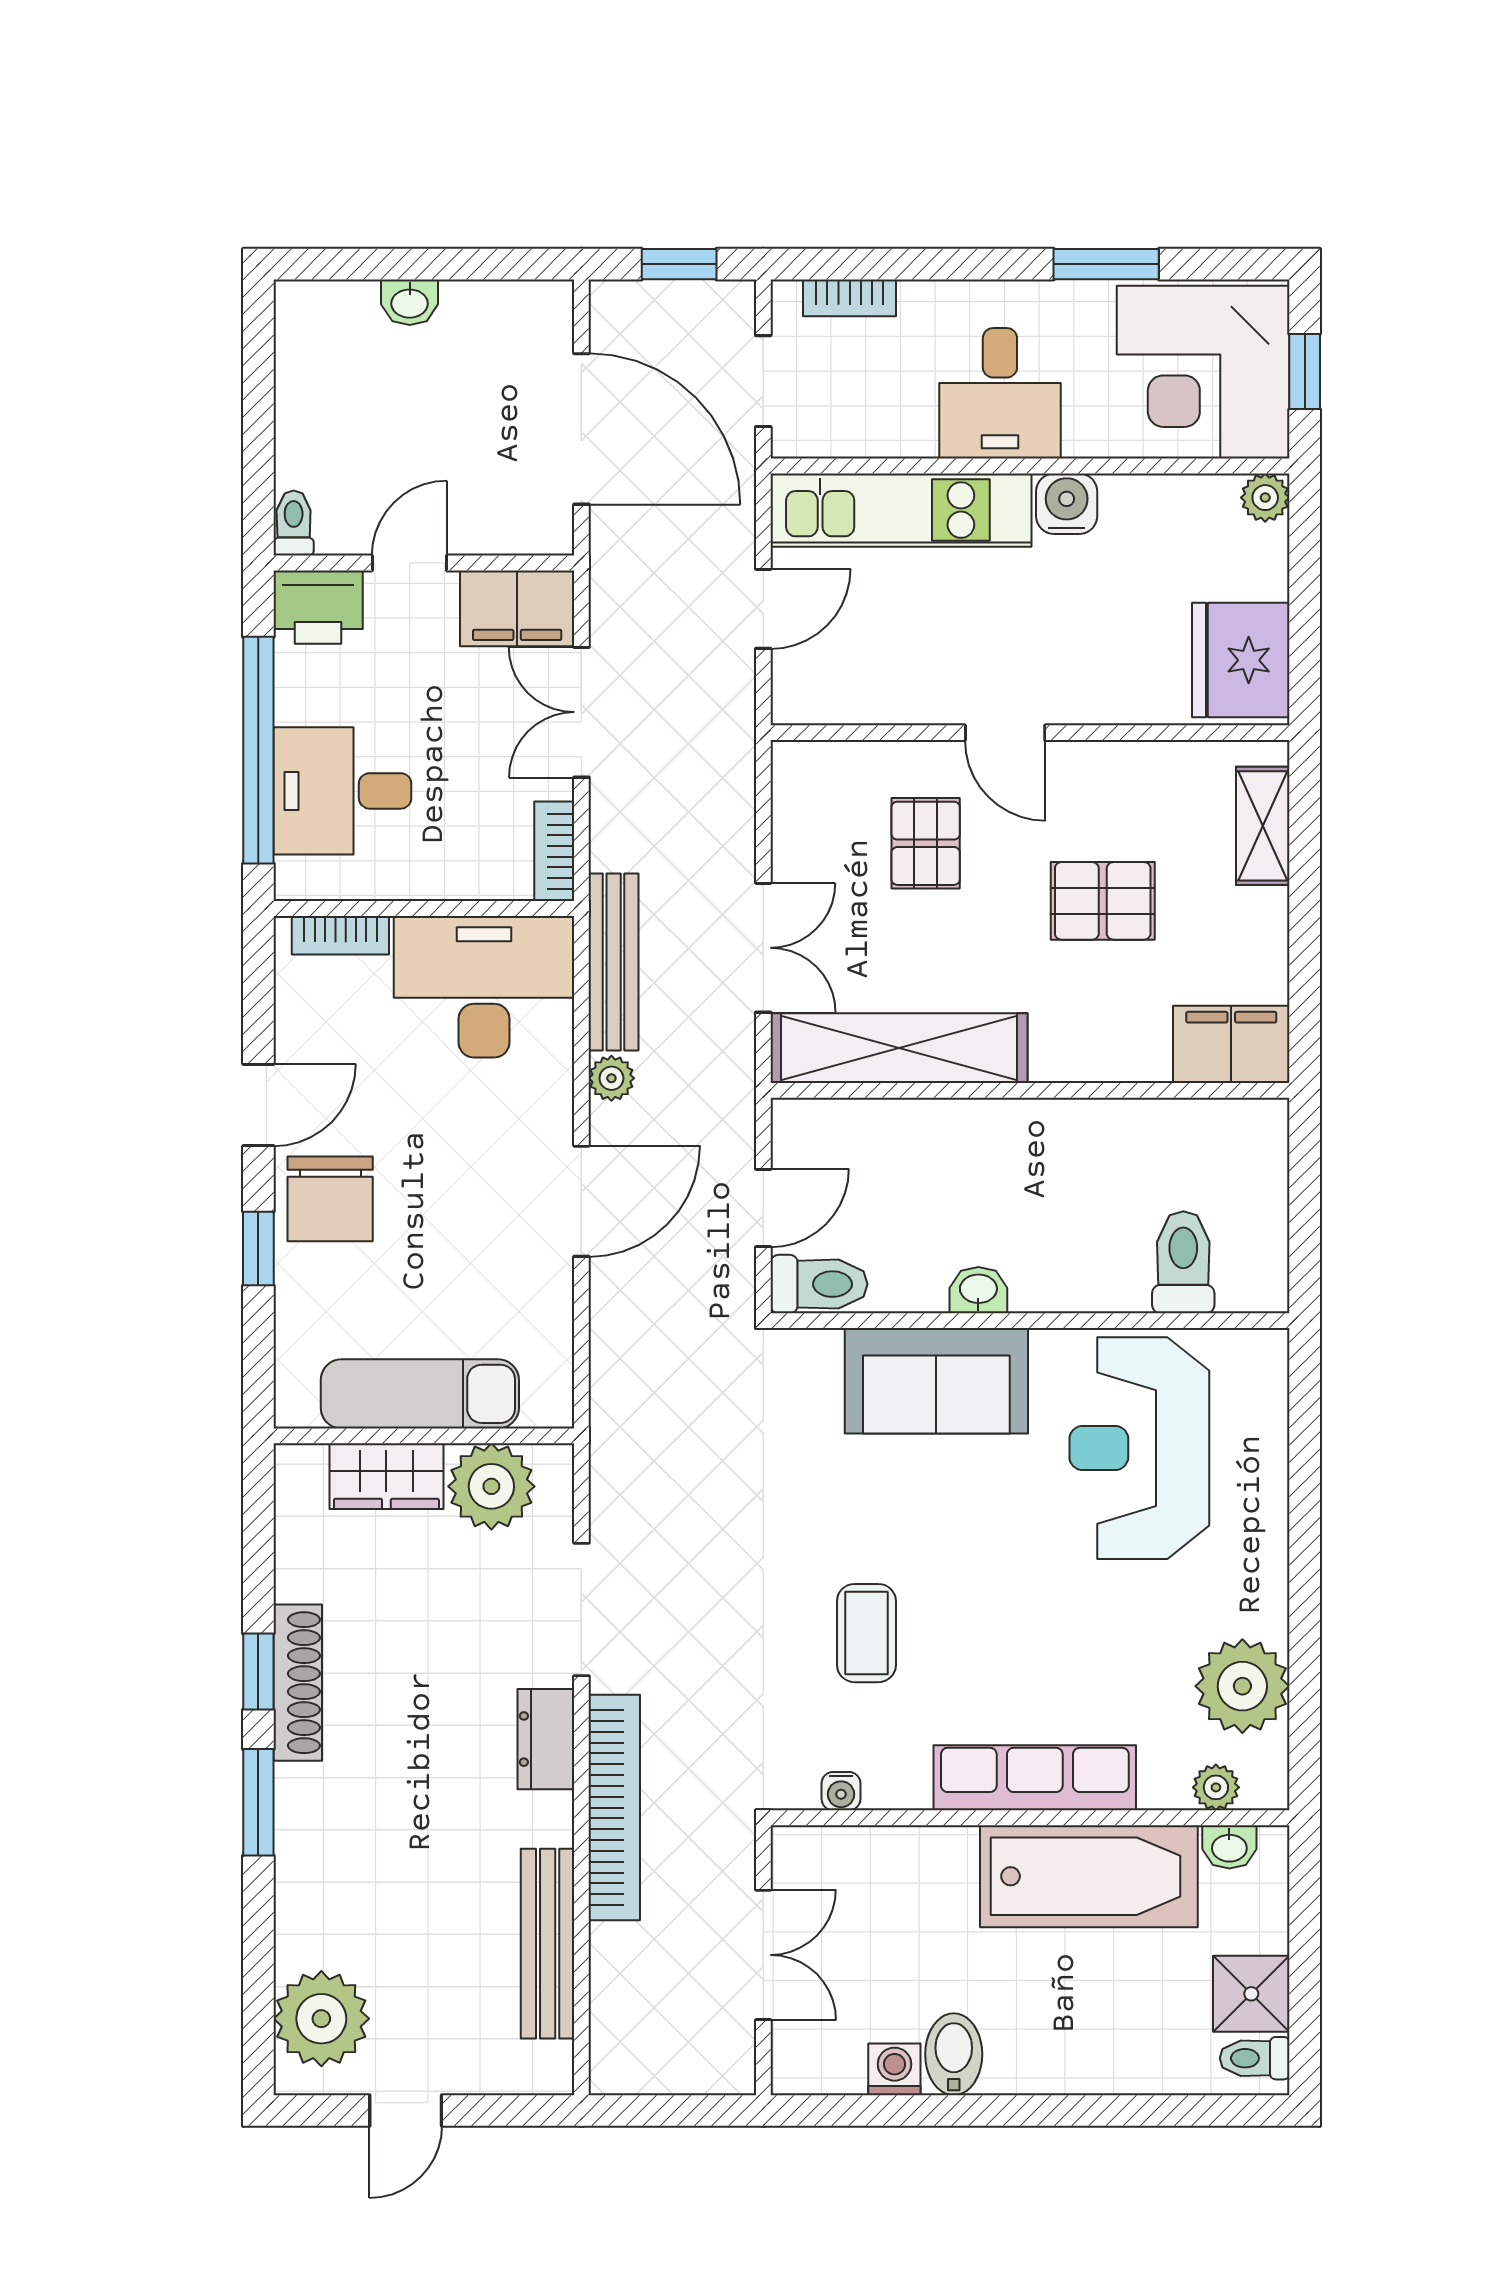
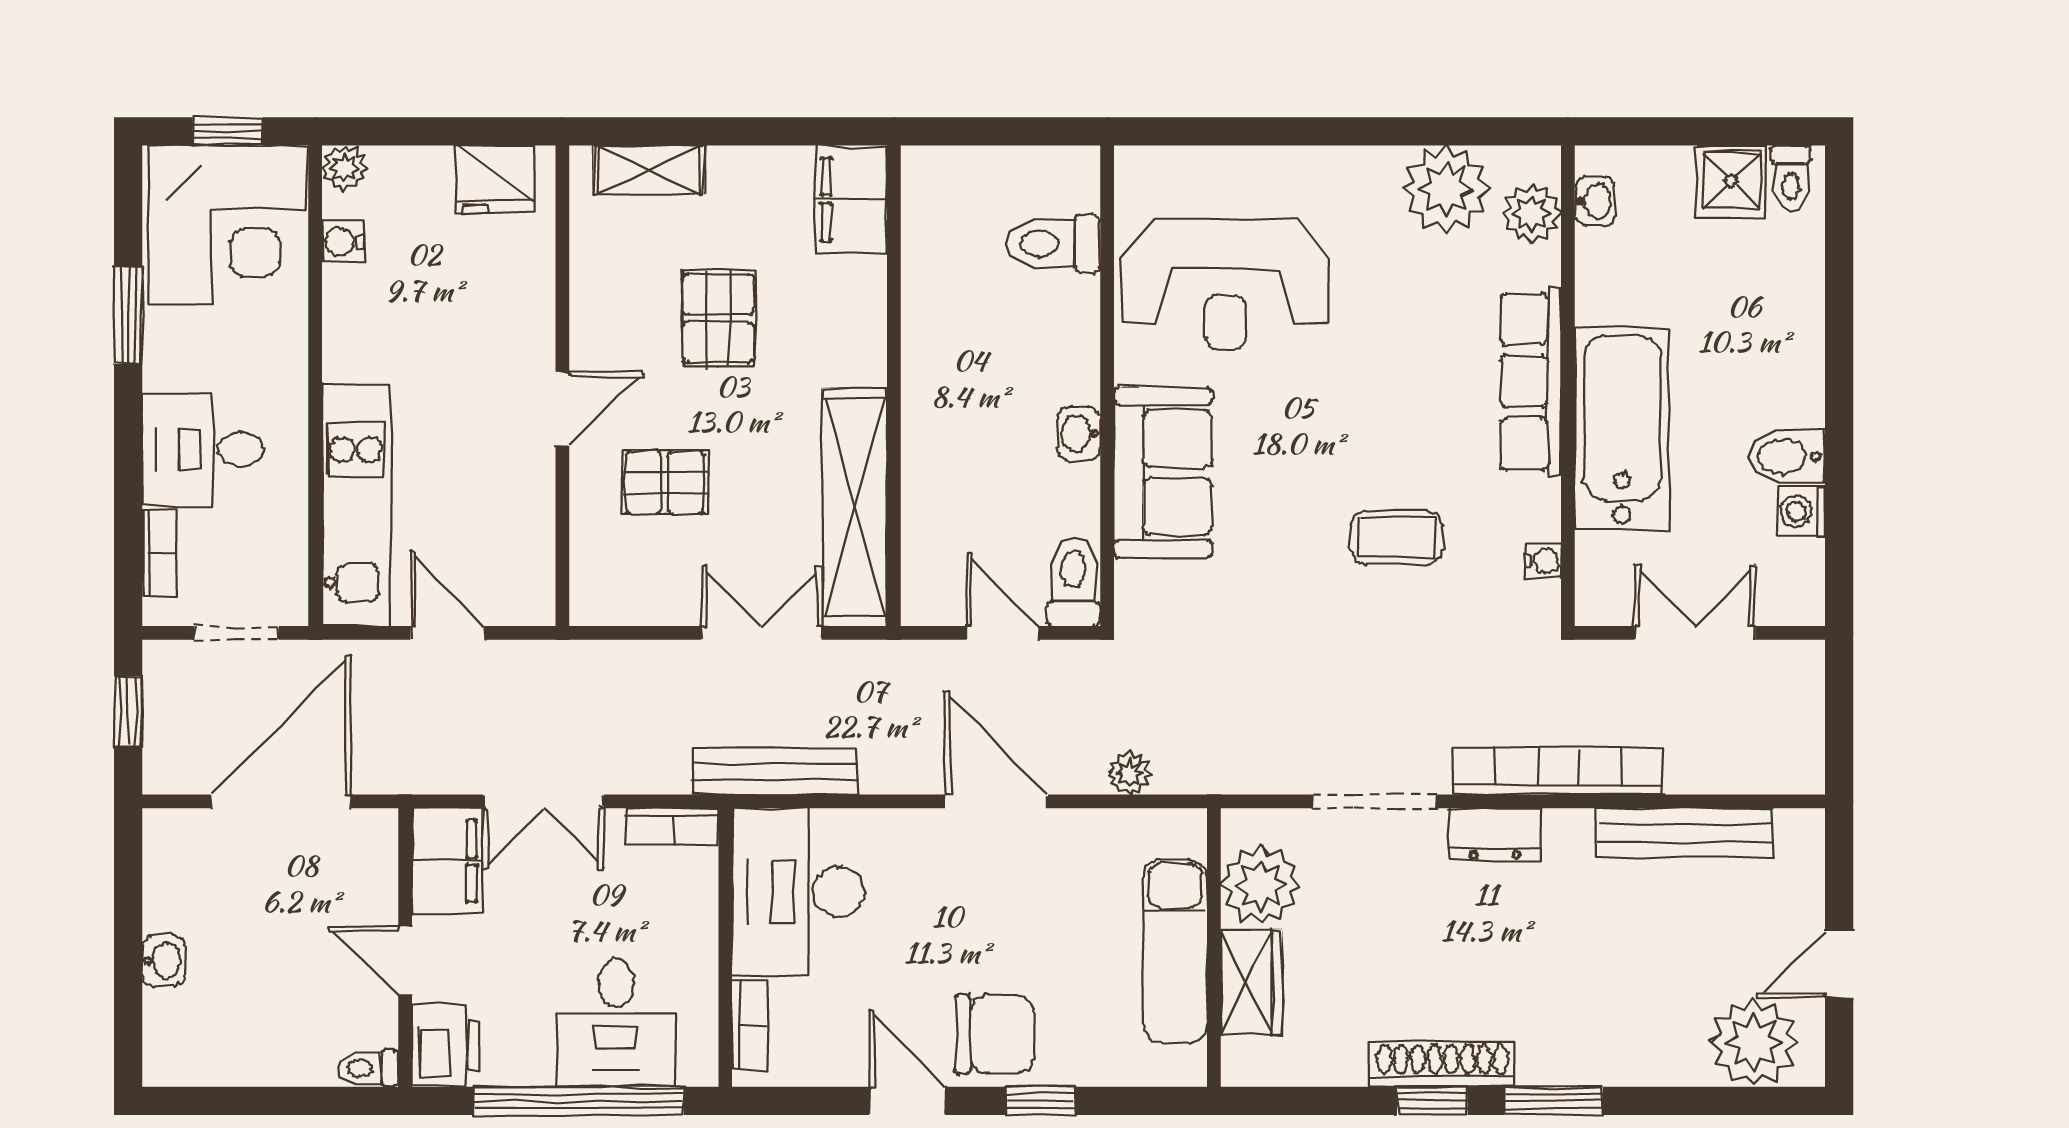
desk: (1000, 393) -> (203, 449), moved, turned 180
water cooler: (1067, 504) -> (342, 242), moved, width x0.72, depth x0.72
fridge: (1241, 660) -> (495, 179), width x0.73, depth x0.75
plant: (611, 1078) -> (1129, 774), moved
plant: (1216, 1787) -> (1532, 213), width x1.38, depth x1.38
bathtub: (1089, 1876) -> (1622, 428), moved
door: (406, 2111) -> (1839, 964), swing flipped

